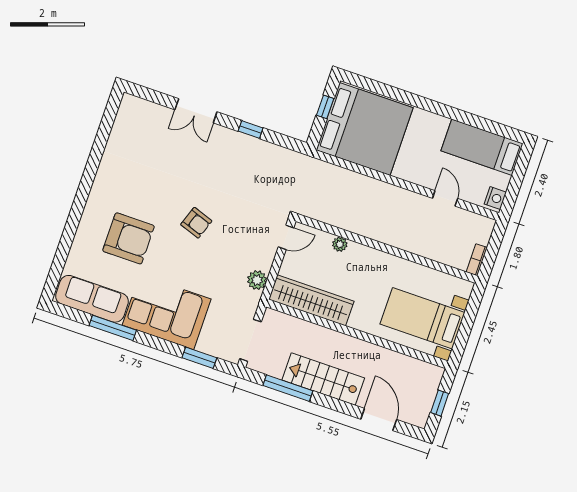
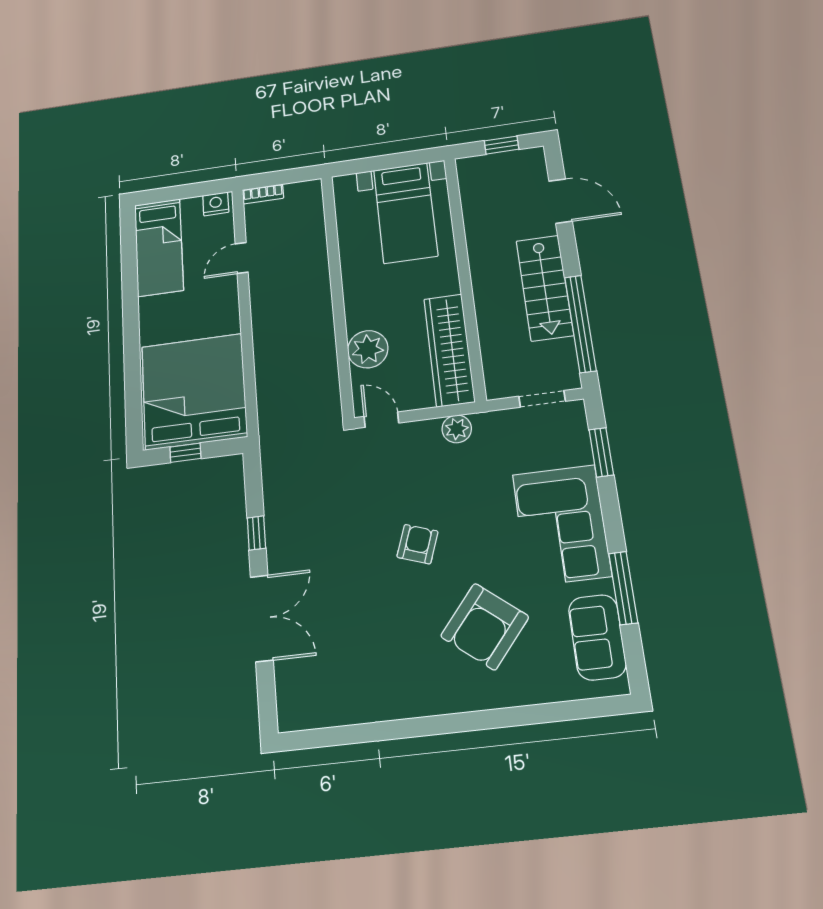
double door: (196, 111) -> (262, 618), width x1.37
armchair: (129, 238) -> (485, 626), turned -141
plant: (340, 244) -> (368, 349), width x1.87, depth x1.87
bookcase: (477, 260) -> (263, 194), moved
sofa: (92, 299) -> (597, 637), width x0.73
doorway: (251, 340) -> (542, 399), width x0.73
window: (288, 388) -> (580, 324), width x1.46
door: (379, 419) -> (561, 201), swing flipped

